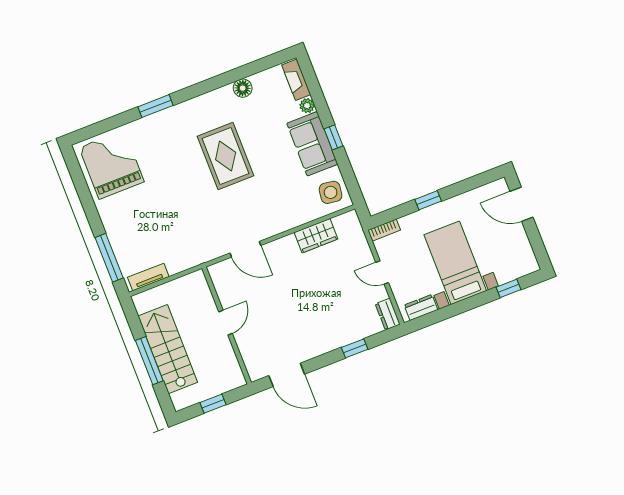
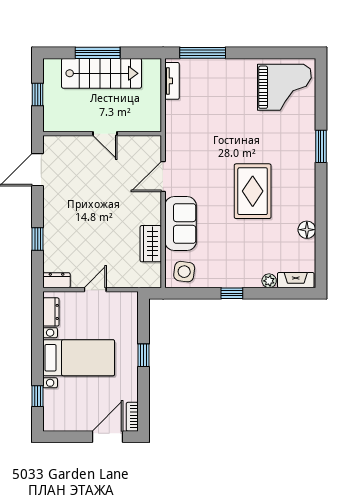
sofa: (312, 144) -> (181, 224), moved, turned 90
rug: (226, 156) -> (253, 191), turned 90
bookcase: (384, 230) -> (132, 417), moved

